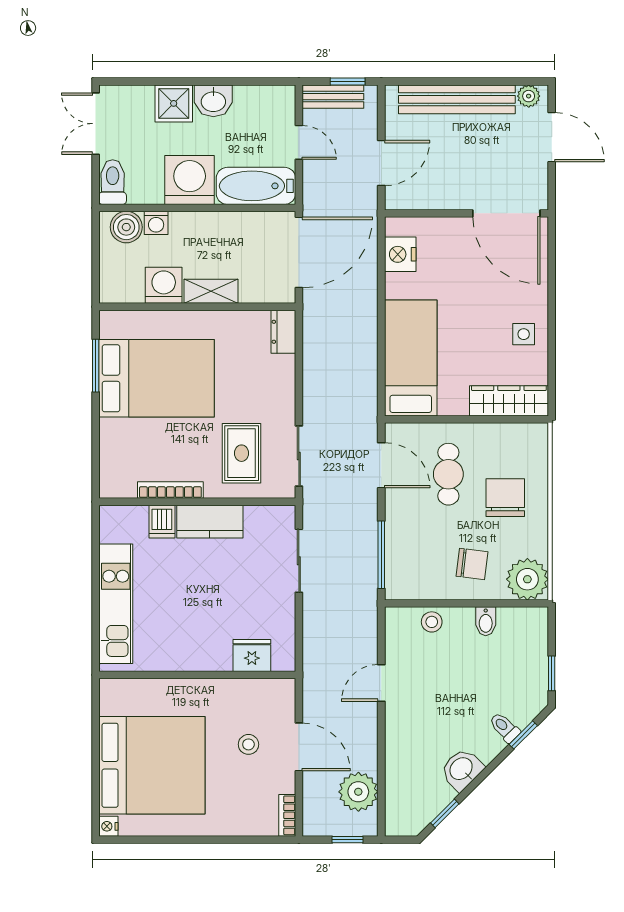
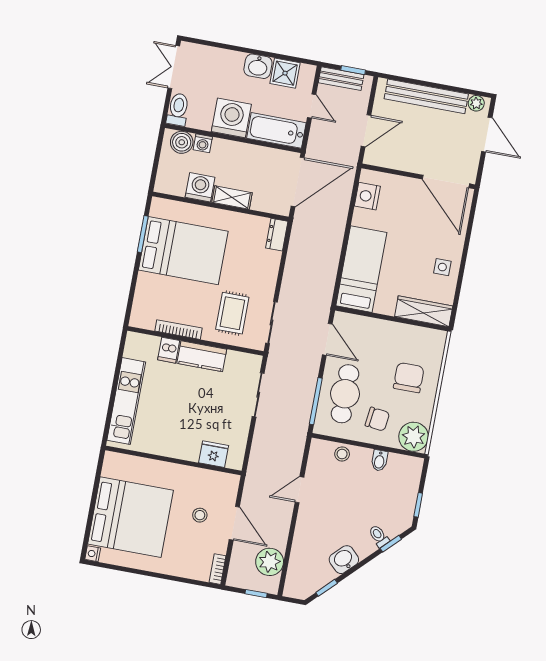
shower: (174, 103) -> (285, 73), moved
cafe table: (448, 474) -> (345, 394), moved, width x1.37, depth x1.35

